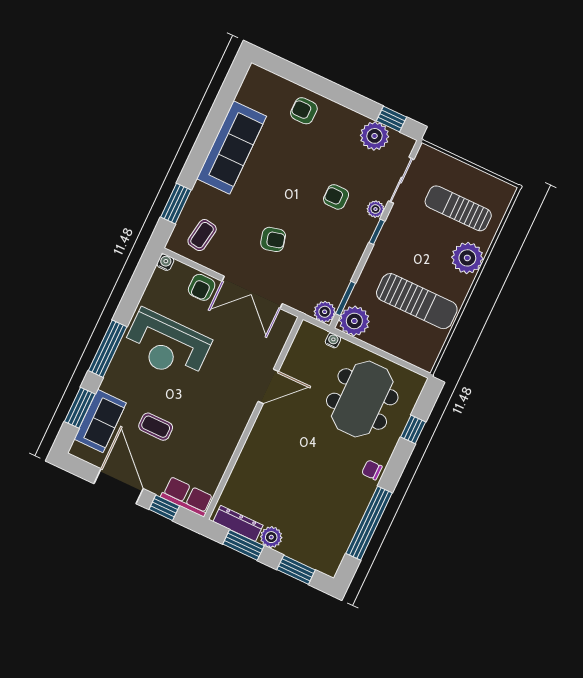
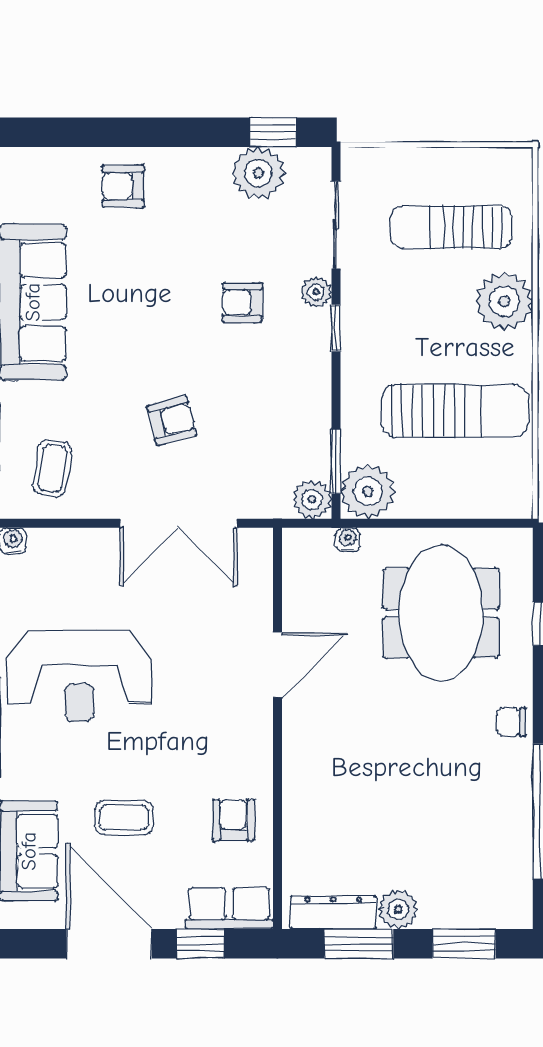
armchair: (202, 287) -> (233, 820), moved, turned 180

